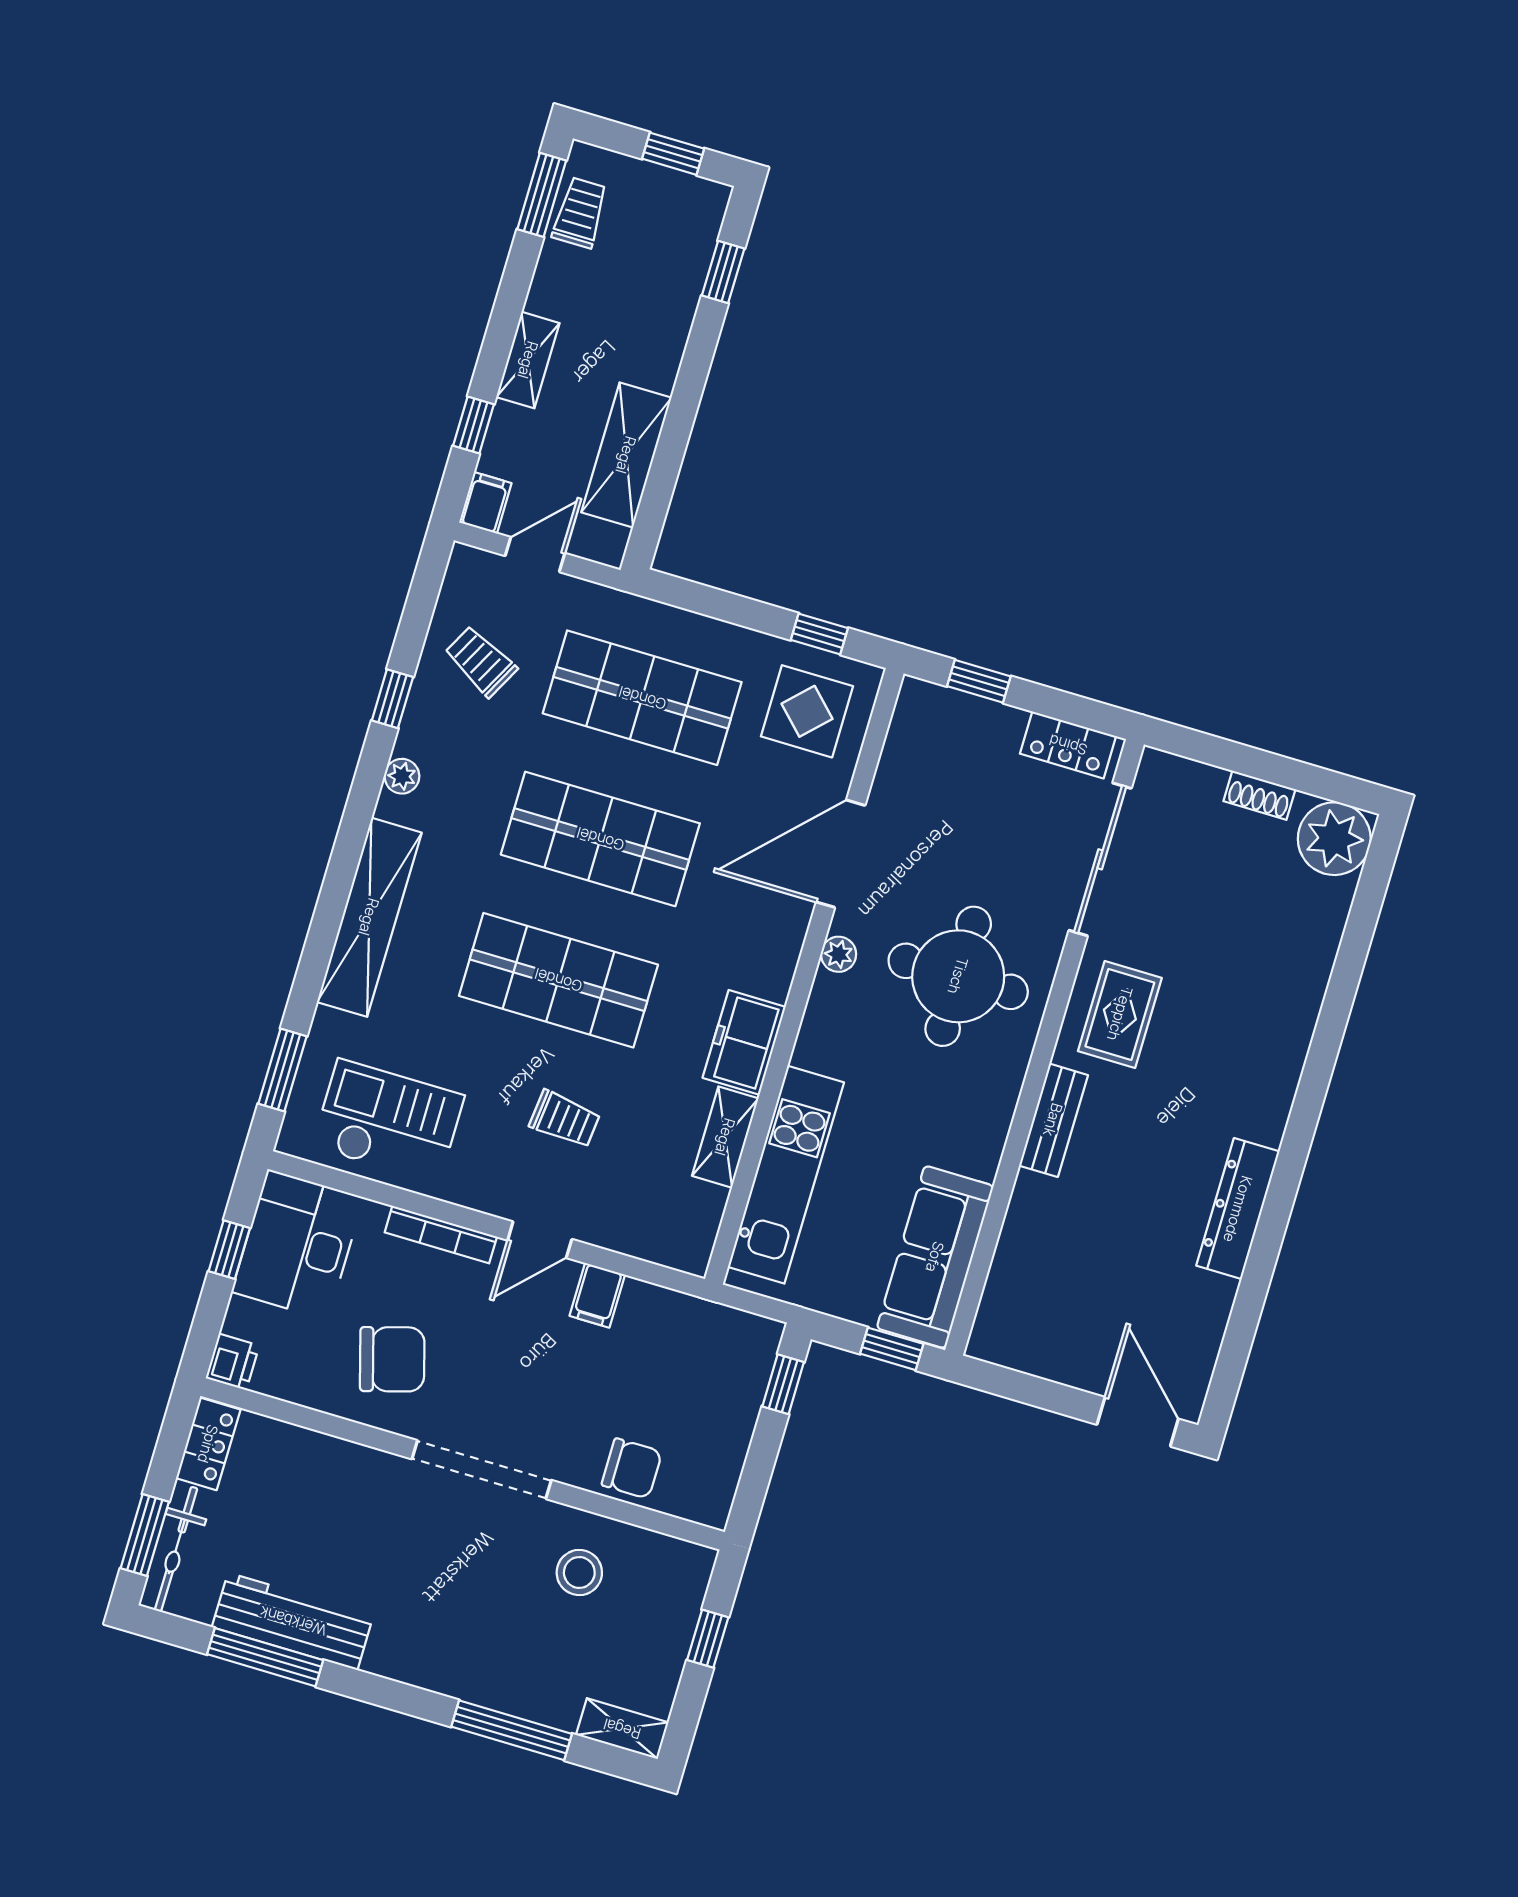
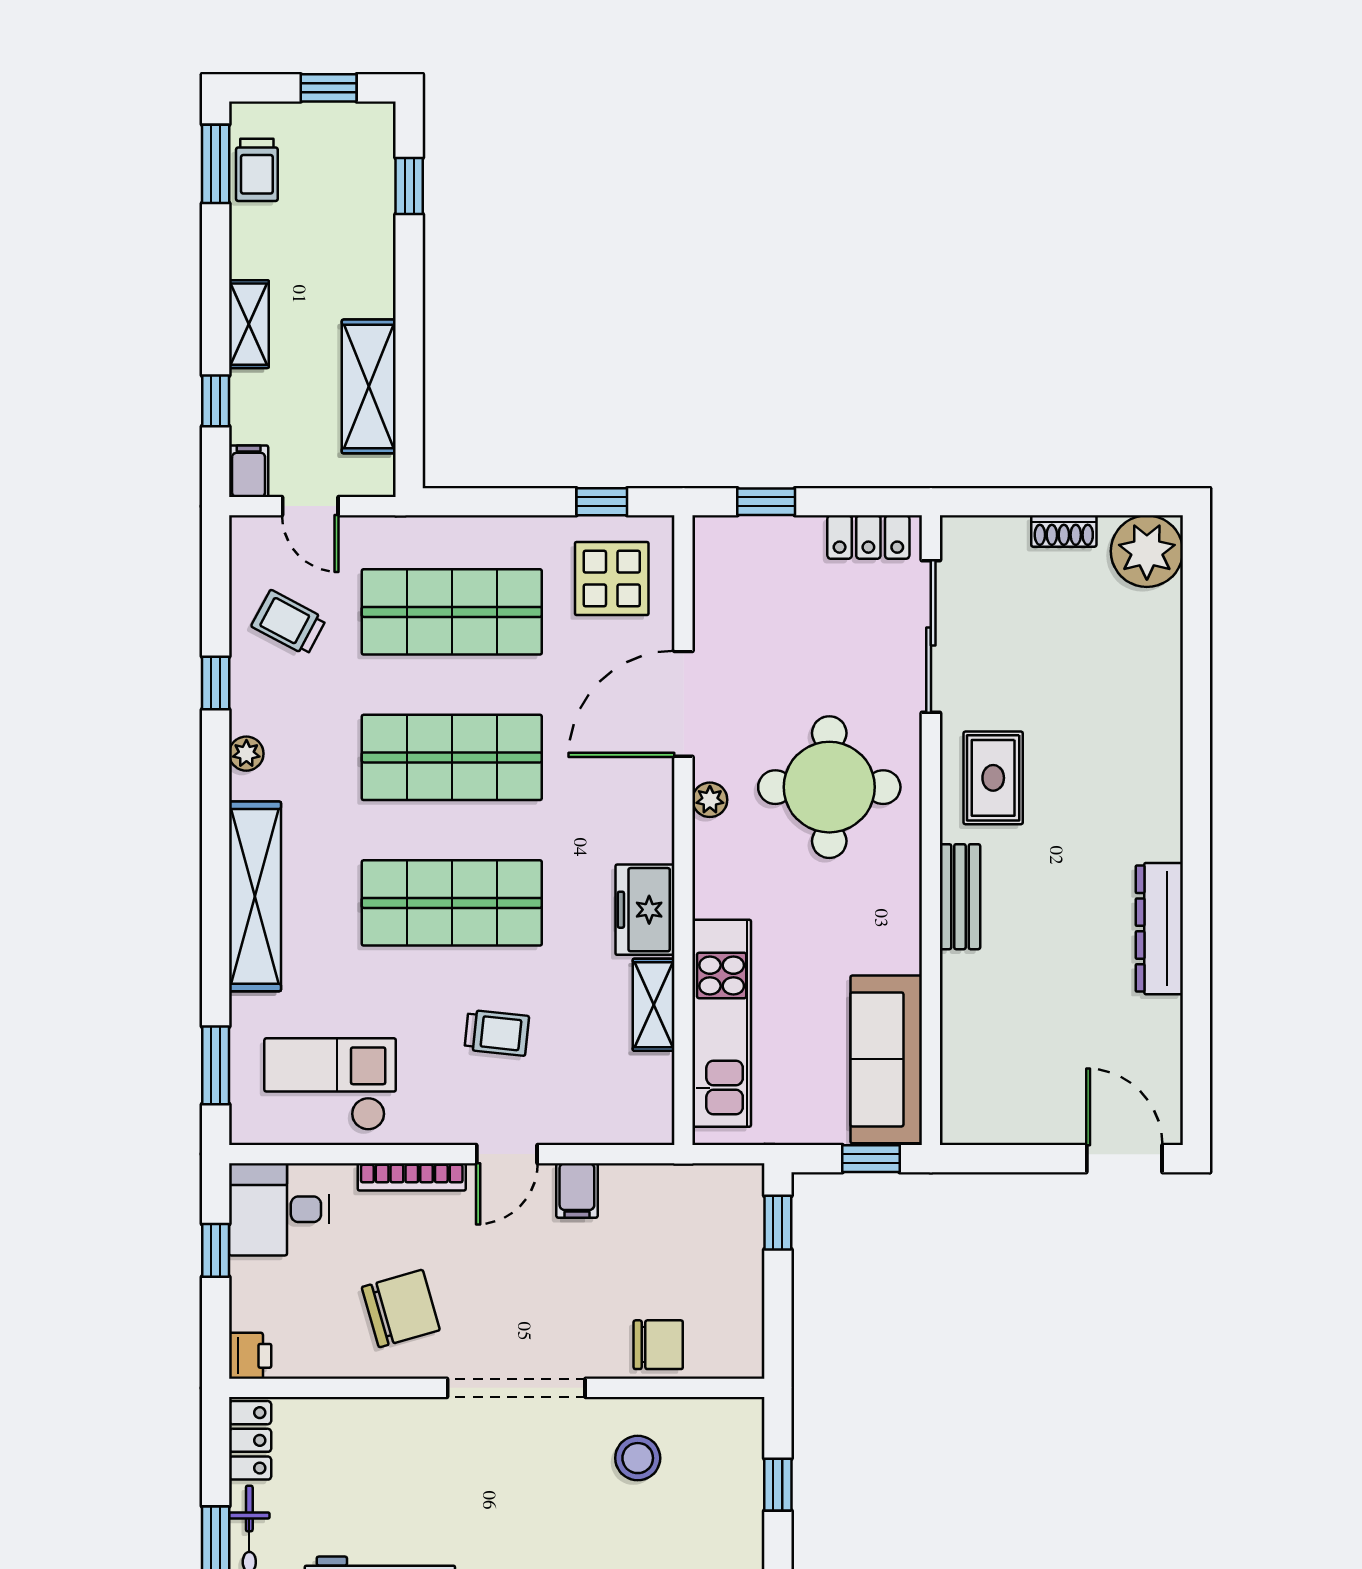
trolley: (580, 213) -> (257, 170), turned 180
door: (535, 554) -> (310, 506), swing flipped
desk: (298, 1245) -> (279, 1209), width x0.73

